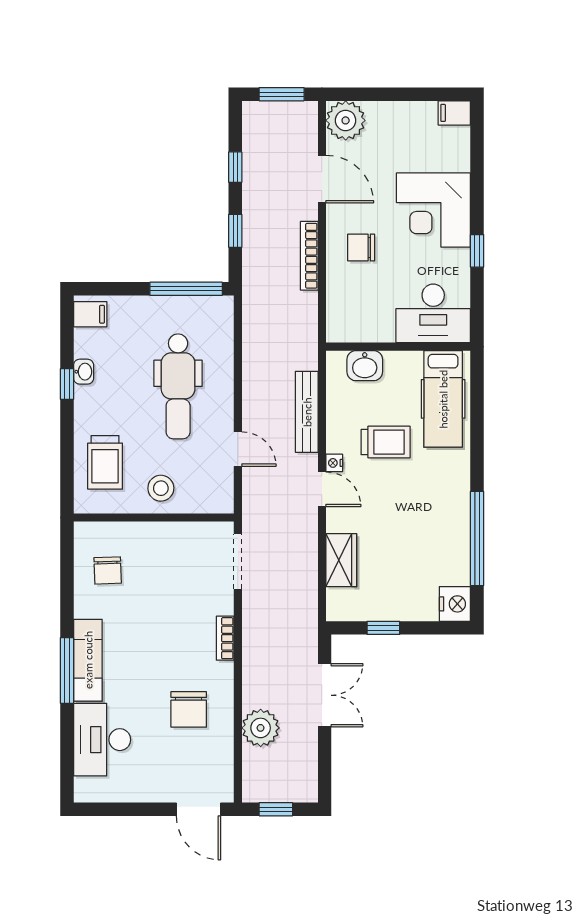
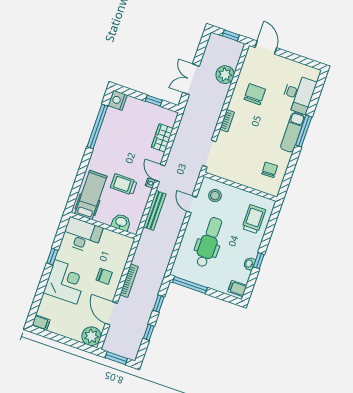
stool: (161, 488) -> (215, 196), moved

